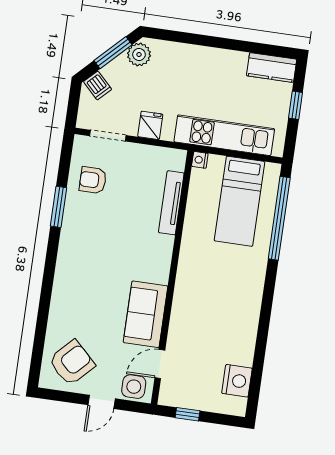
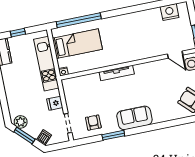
armchair: (93, 180) -> (93, 123), turned 180
tv unit: (171, 203) -> (117, 73), moved
sofa: (146, 314) -> (134, 118), moved, turned 180

